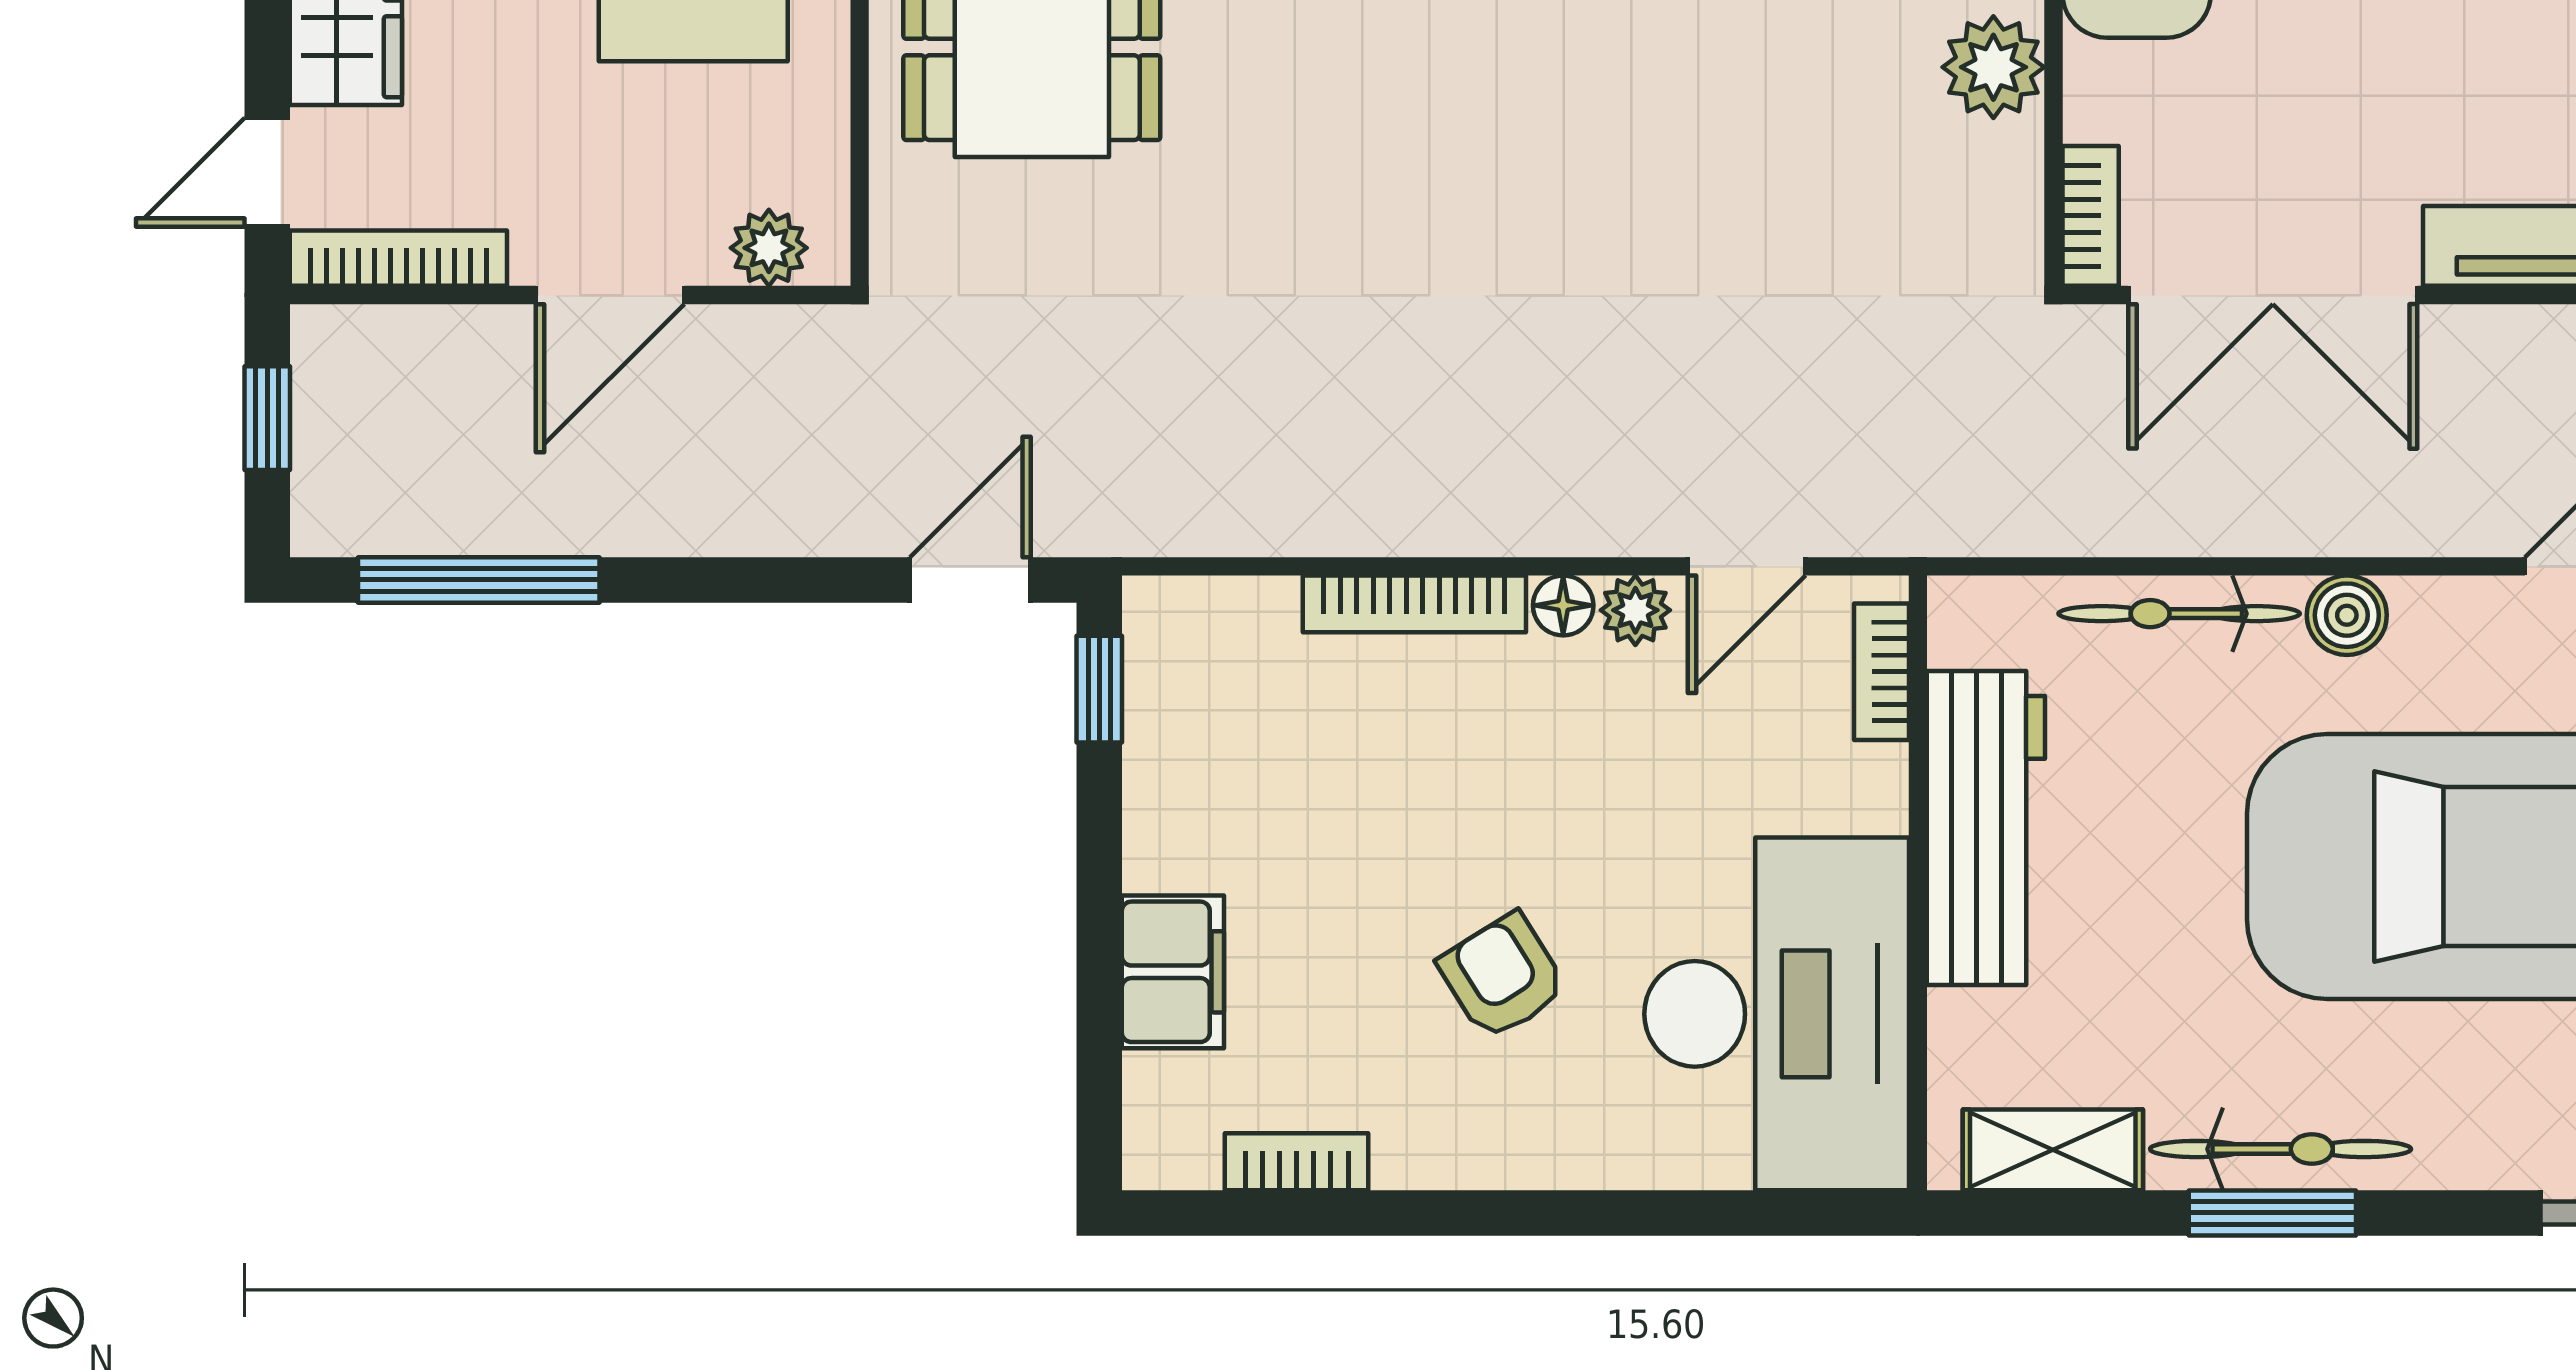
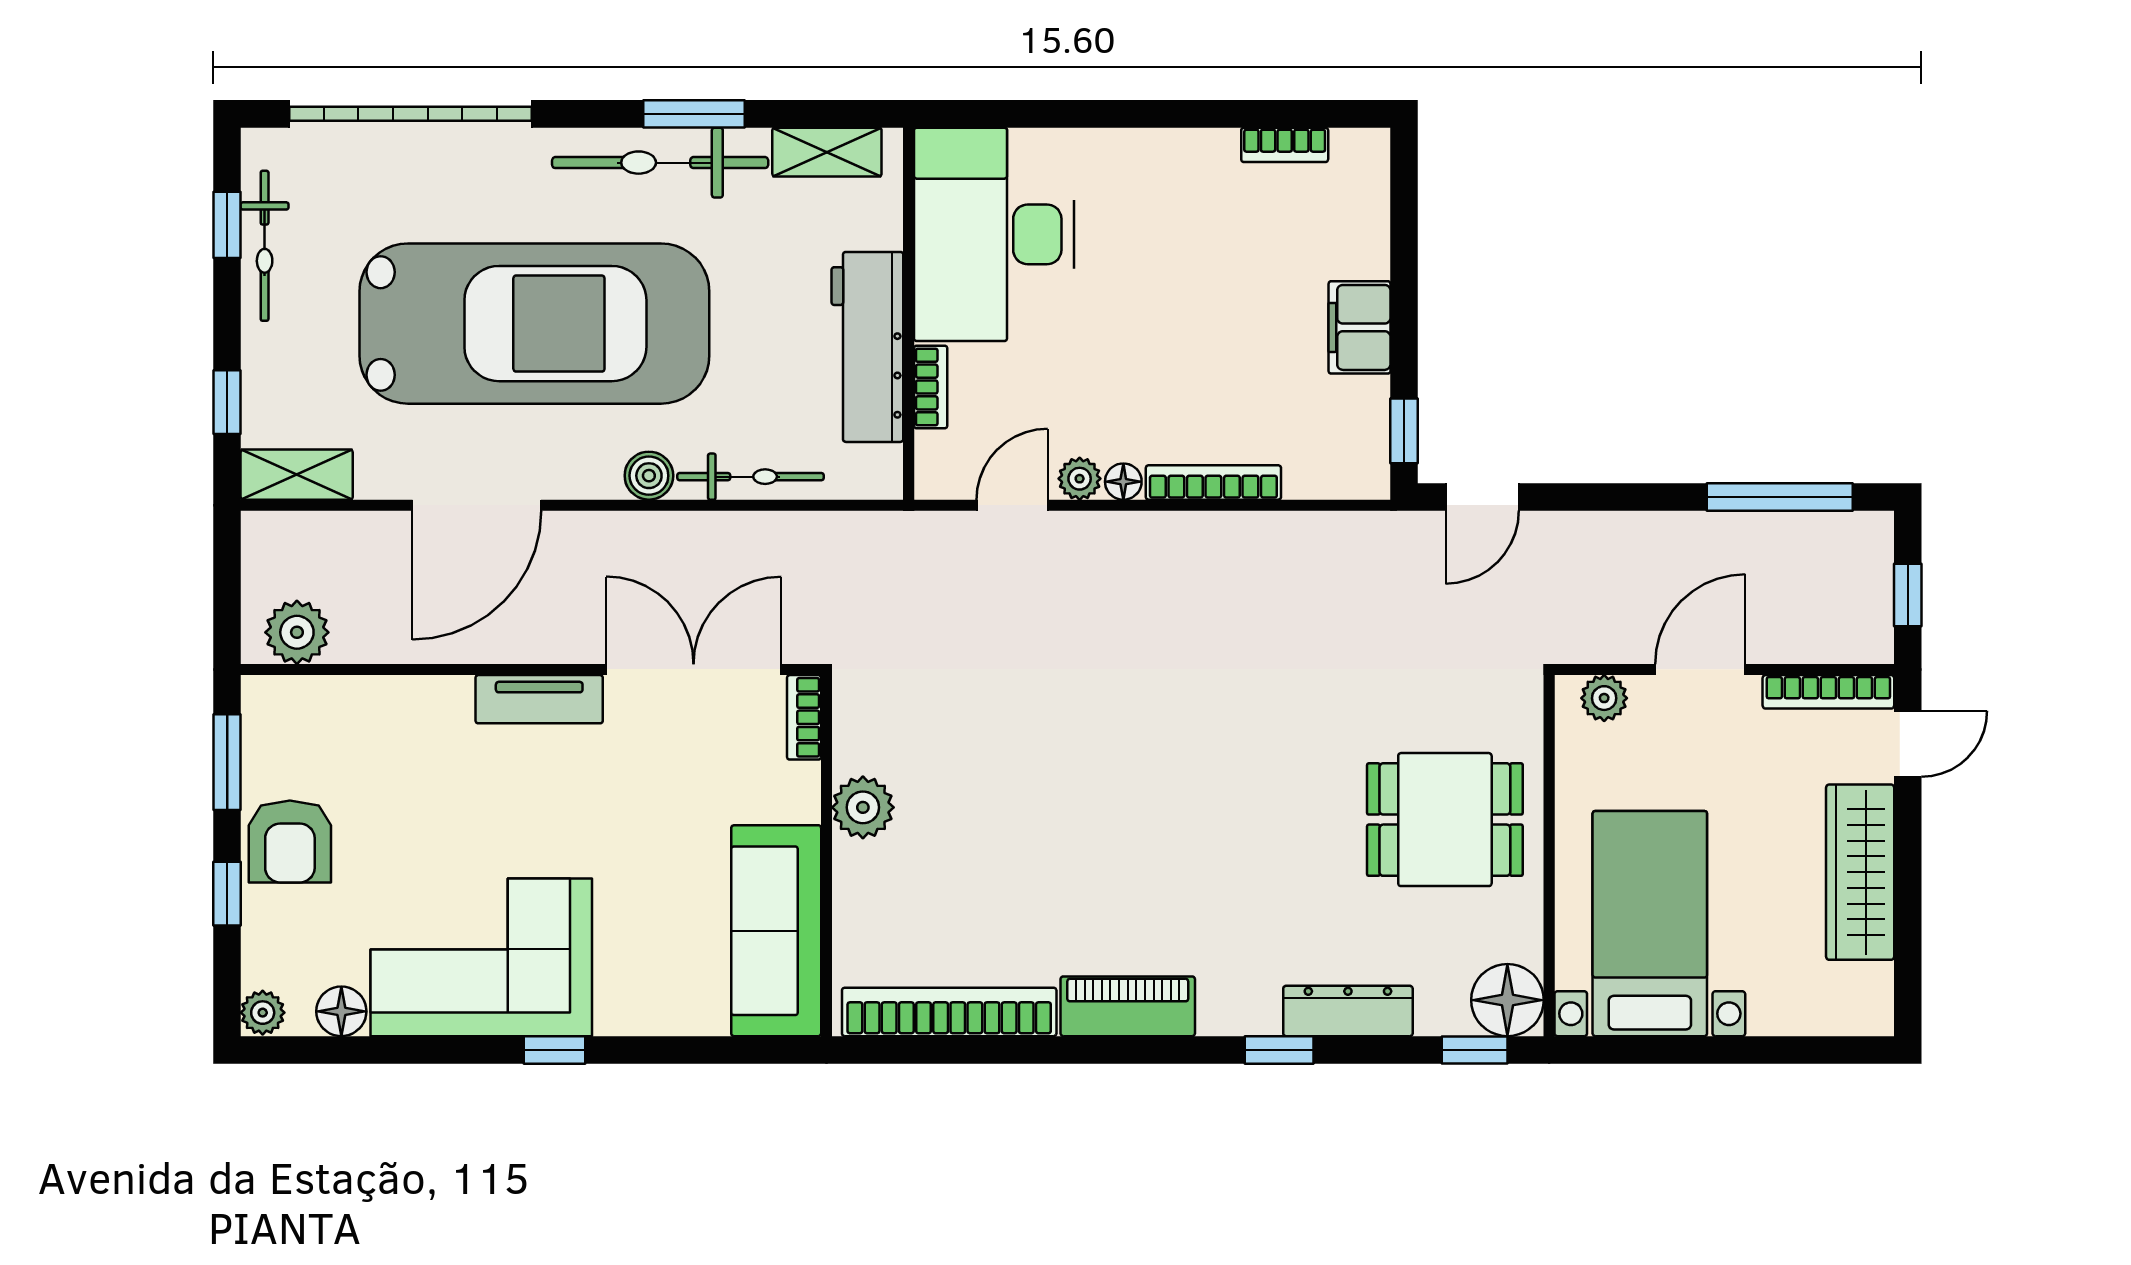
bookcase: (1881, 672) -> (931, 387), moved
filing cabinet: (1173, 972) -> (1360, 327), moved
armchair: (1503, 976) -> (1160, 257), removed
bicycle: (2281, 1149) -> (660, 163), width x1.37, depth x1.40

